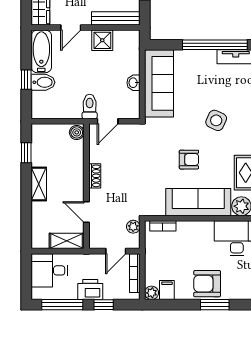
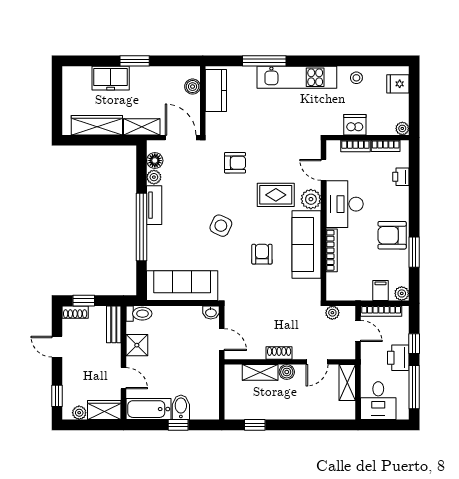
bench: (116, 18) -> (114, 324), width x0.73
washbasin: (133, 83) -> (211, 312), moved
toilet: (90, 106) -> (139, 314), moved, turned 180
boiler: (77, 132) -> (287, 372), moved
shelving: (39, 184) -> (260, 372), moved
bookcase: (163, 226) -> (332, 250), moved, width x1.56
armchair: (207, 284) -> (392, 235), turned 90
filing cabinet: (167, 290) -> (380, 290), moved, turned 90
window: (215, 305) -> (414, 252), moved

